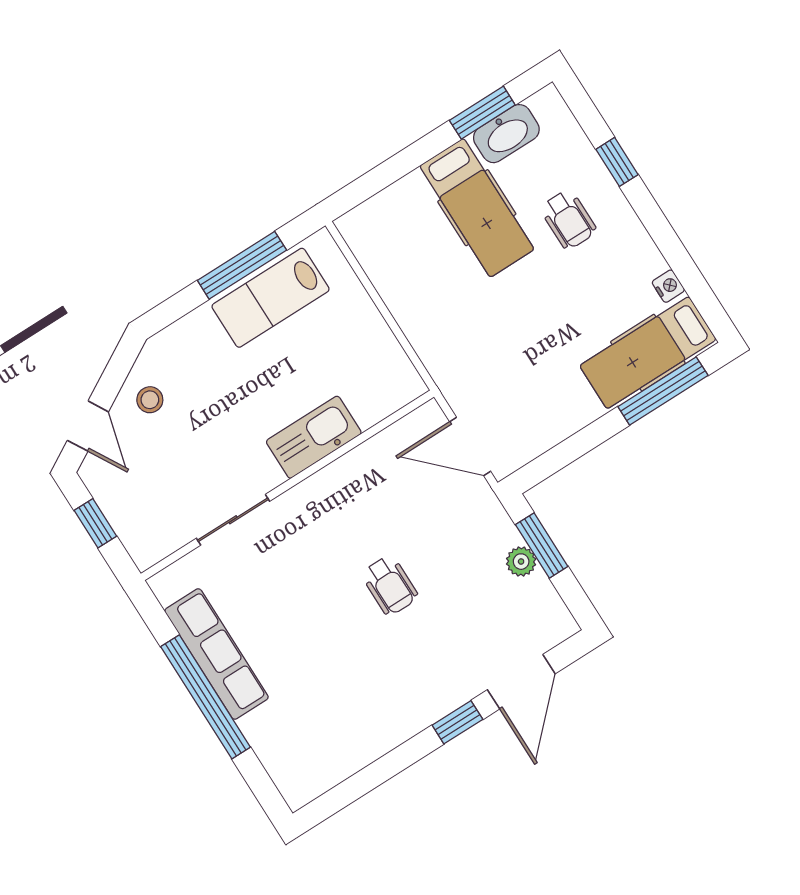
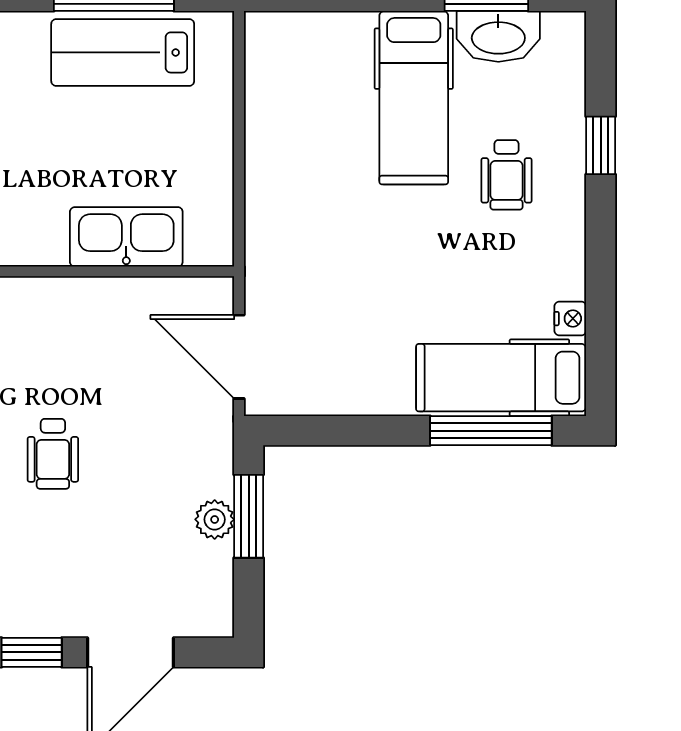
kitchen sink: (314, 437) -> (126, 237), moved

